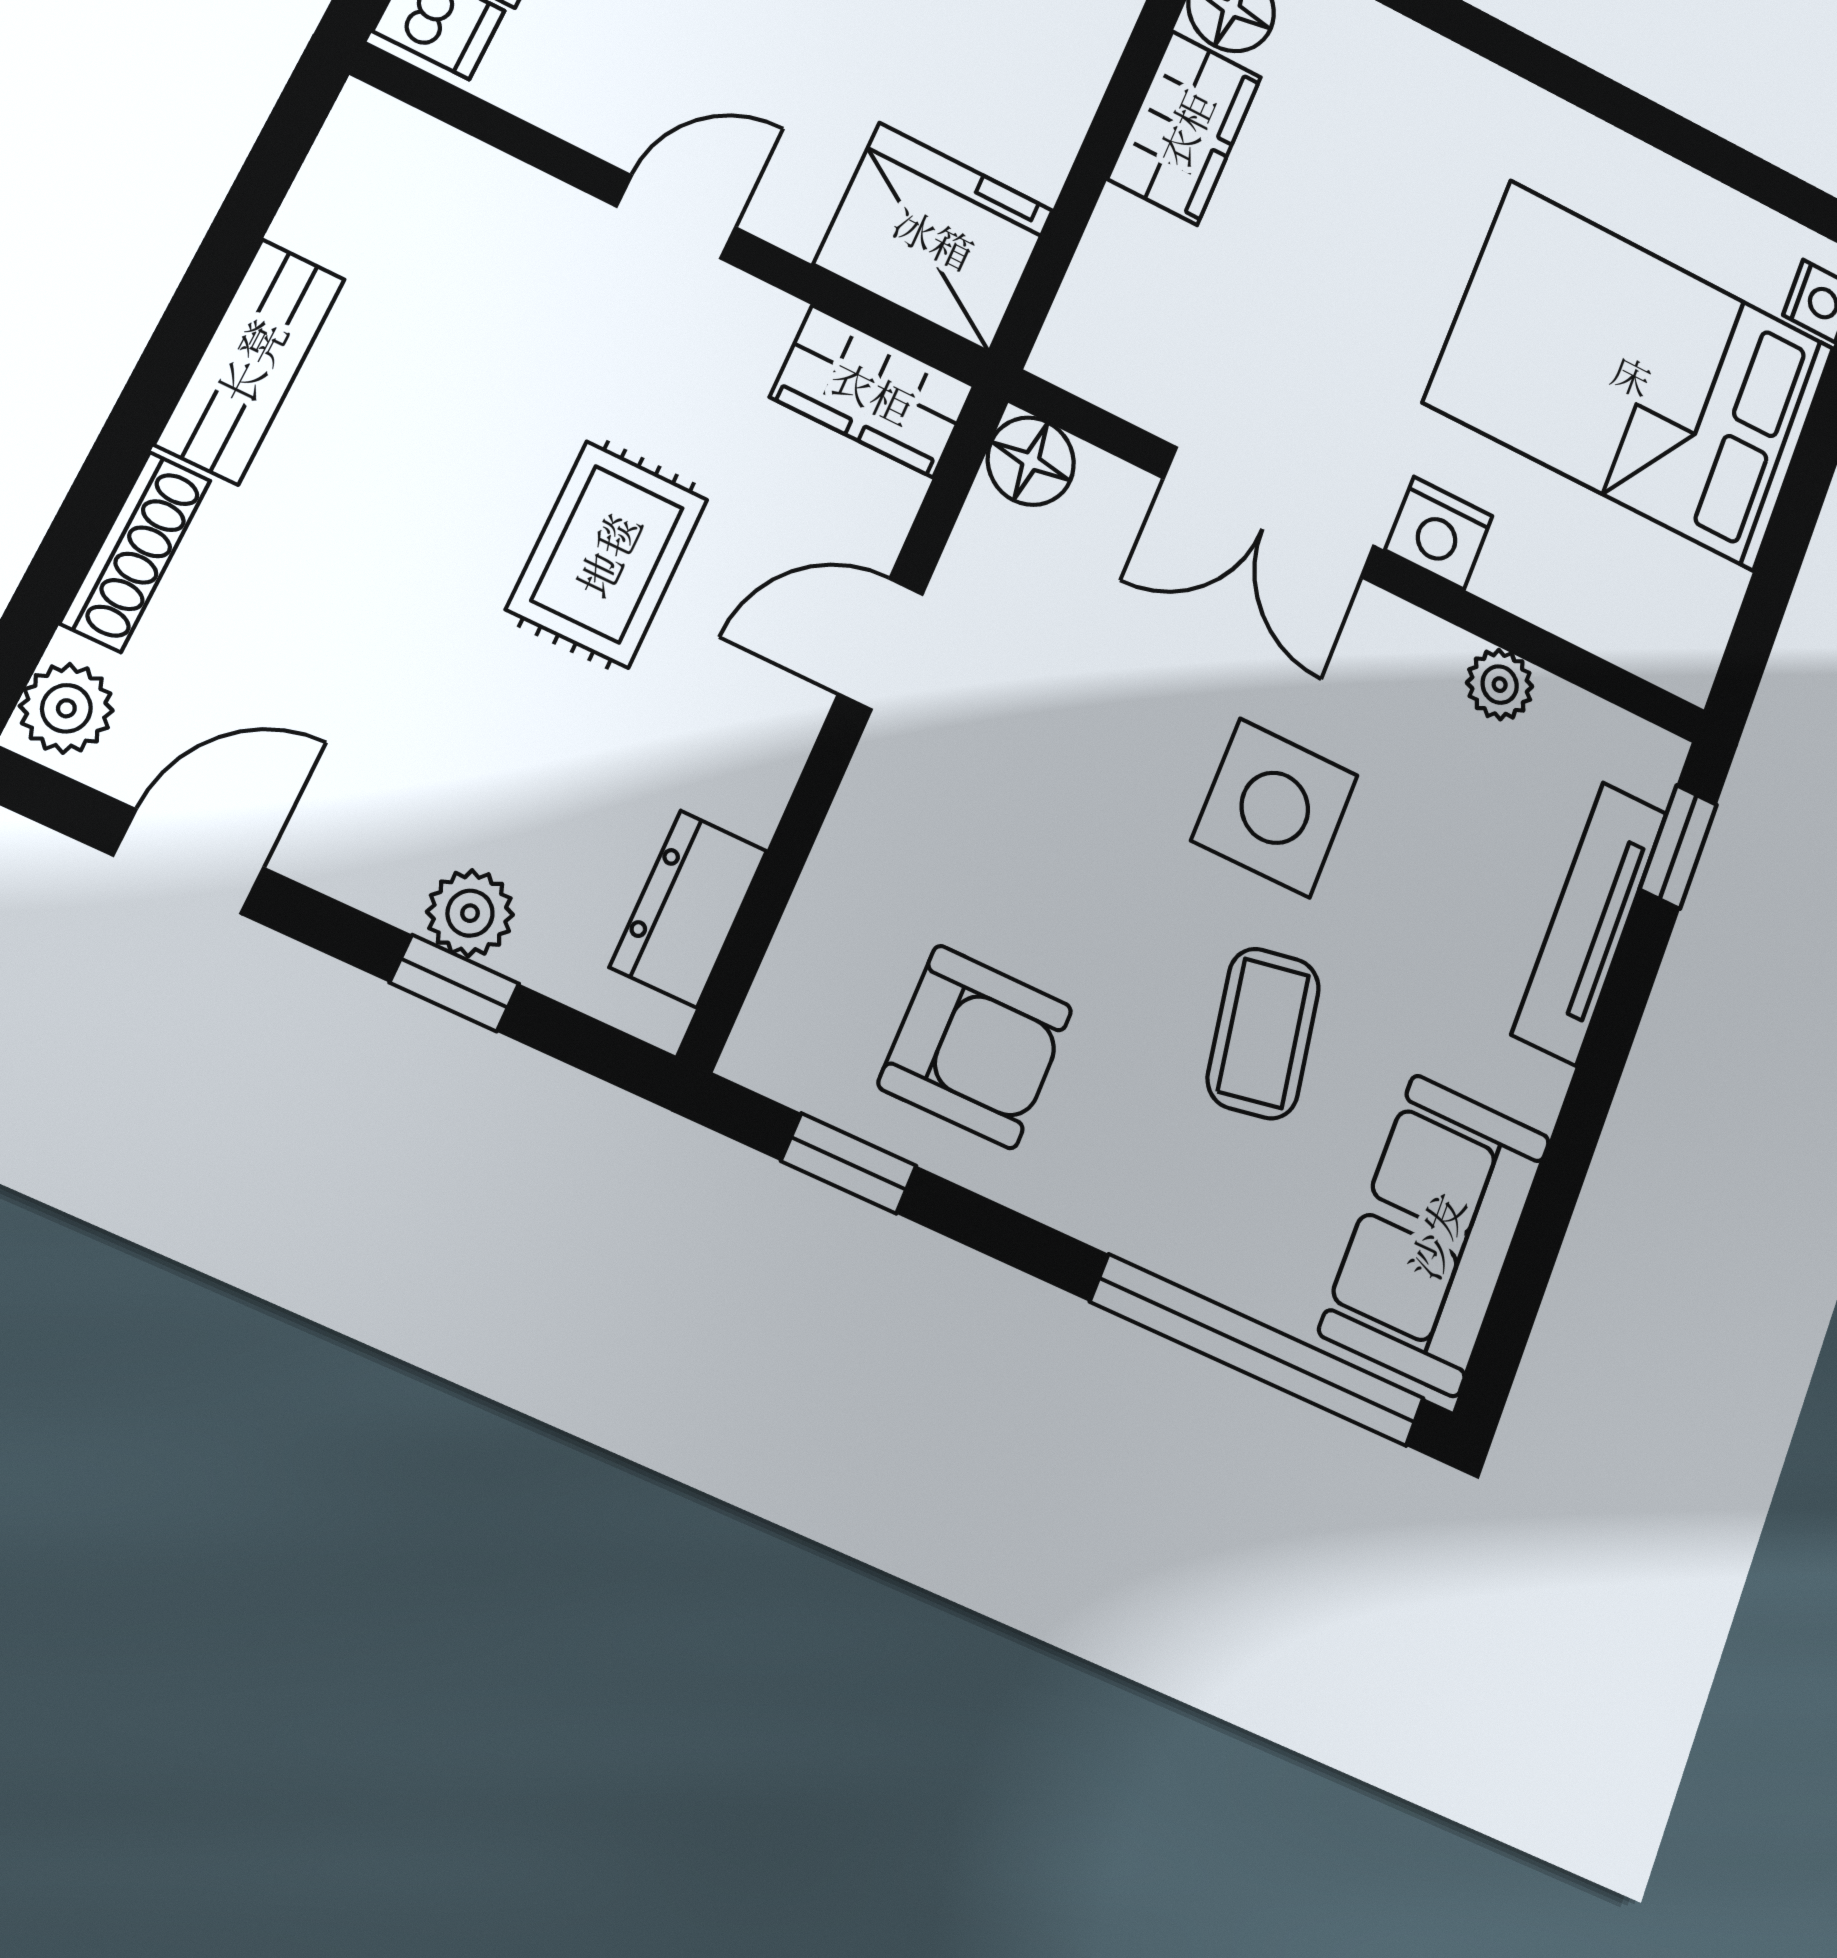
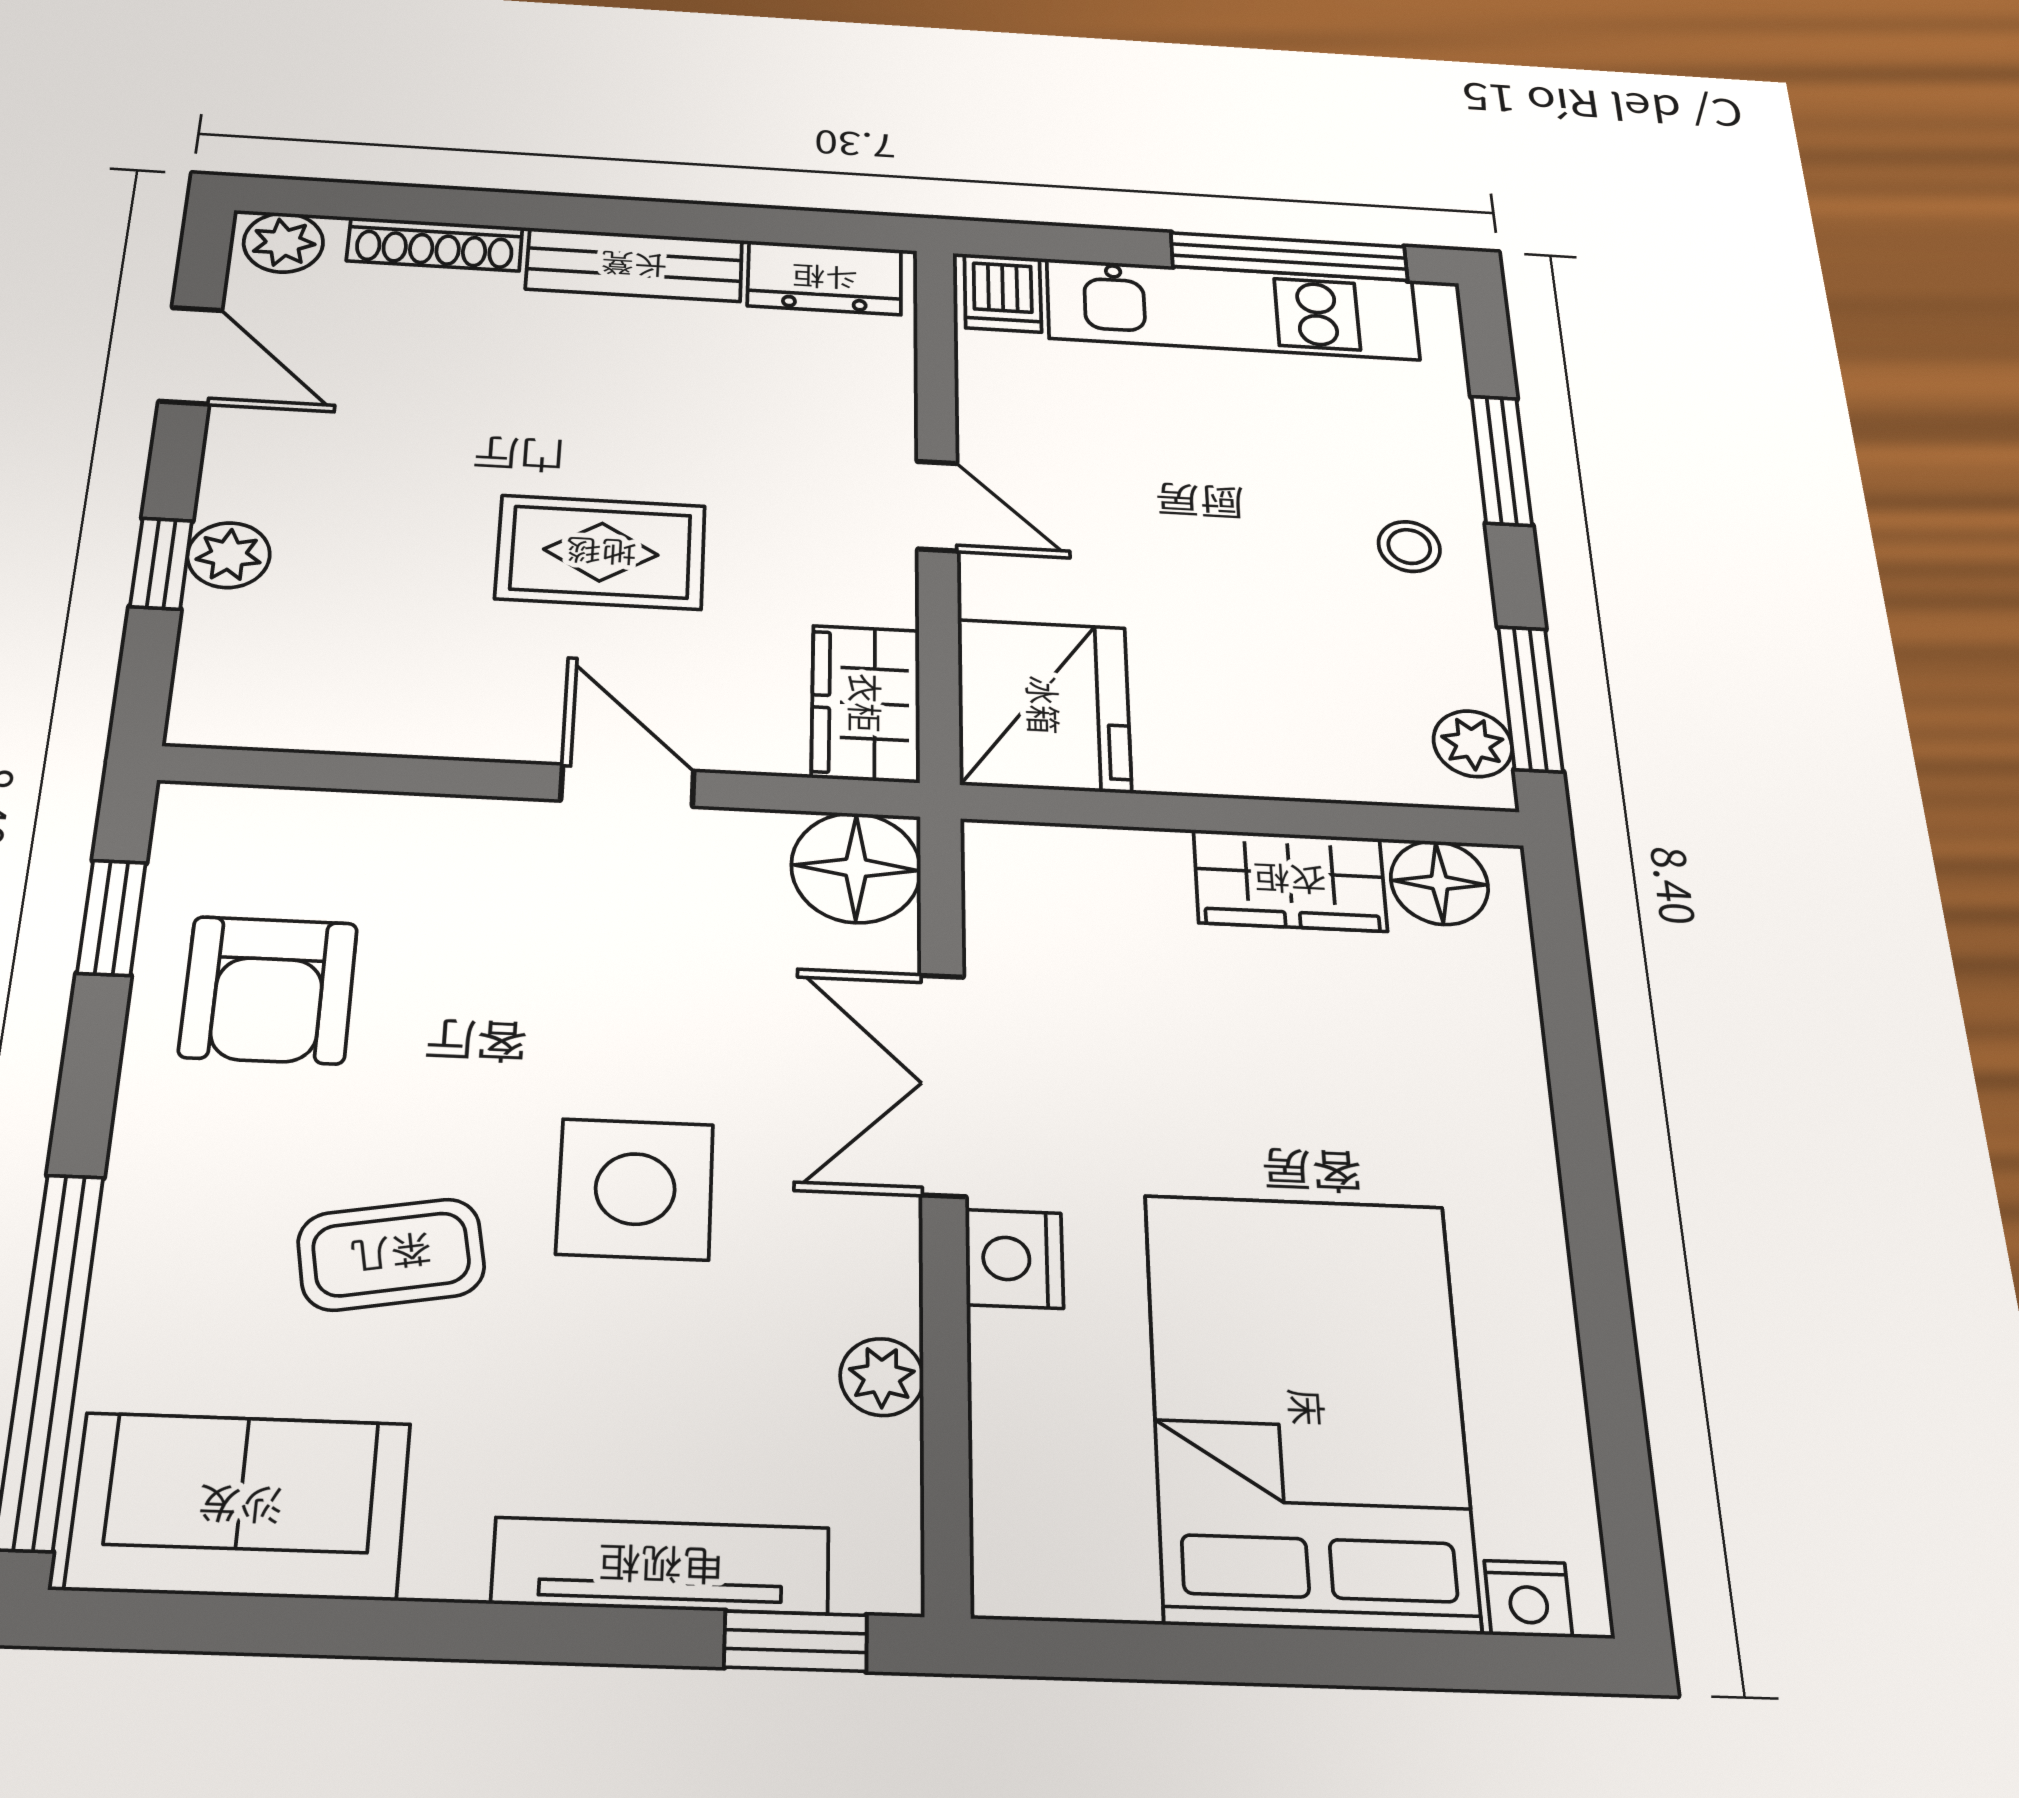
floor lamp: (1031, 461) -> (856, 868), width x1.38, depth x1.38
dresser: (689, 909) -> (825, 278), moved, turned 180

